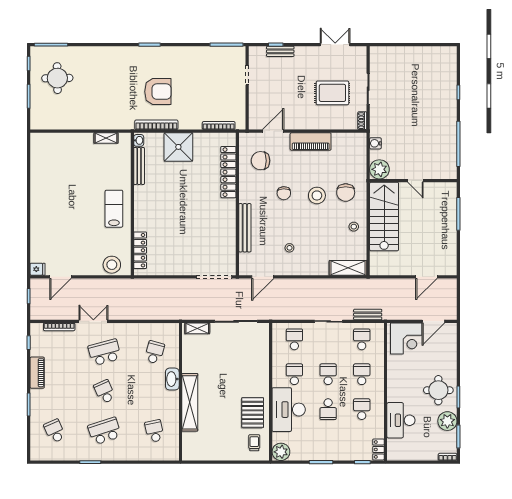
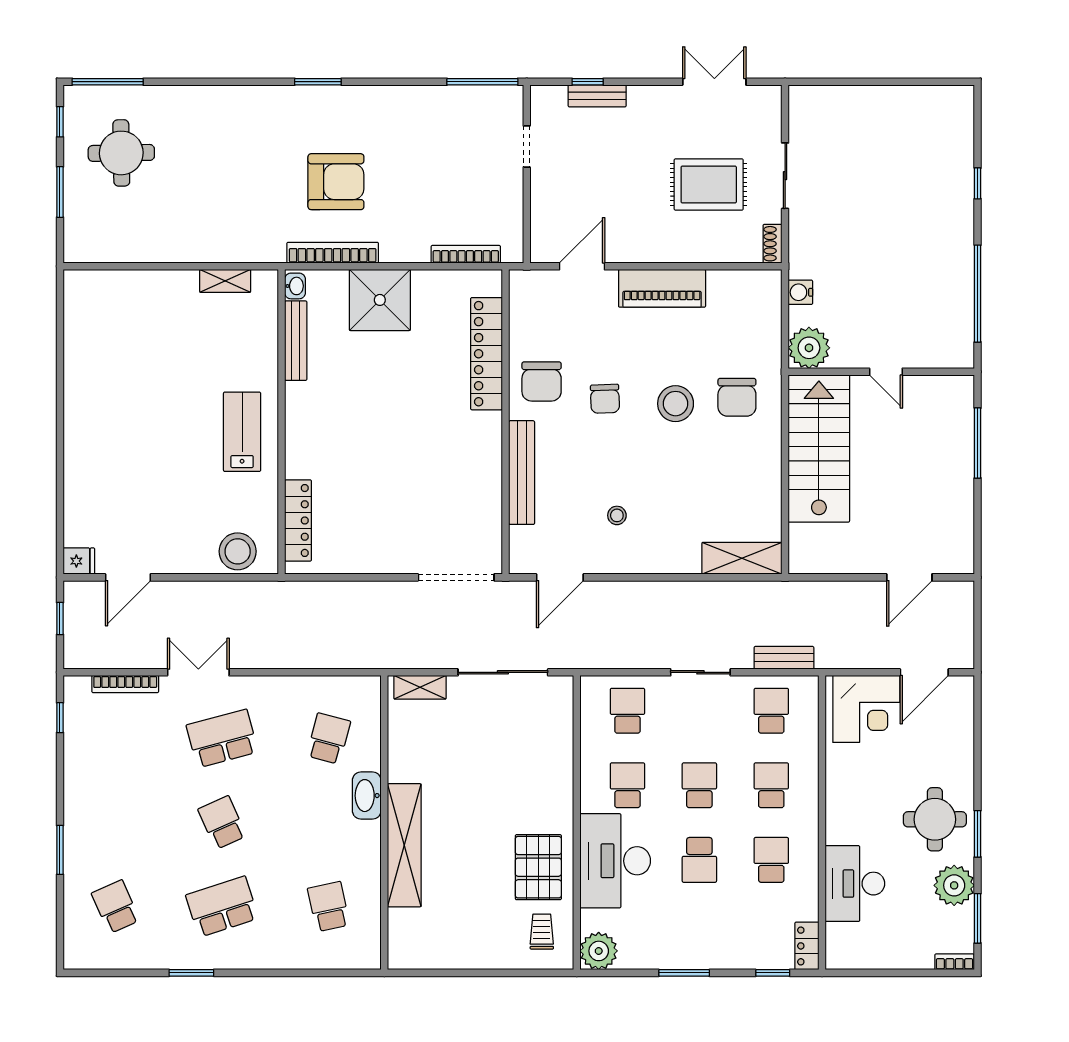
chair: (261, 161) -> (542, 381), moved, turned -90
stool: (354, 227) -> (754, 470), removed
piano: (37, 373) -> (78, 782), removed

